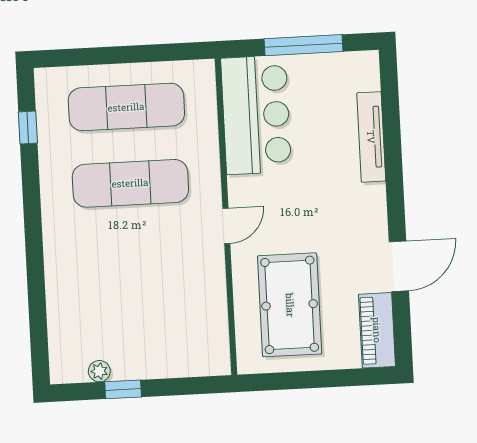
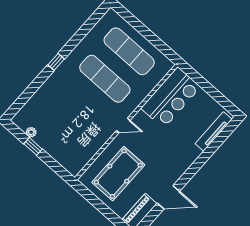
window: (303, 45) -> (210, 90), removed
window: (28, 128) -> (56, 62), moved
tv unit: (371, 137) -> (214, 131), moved

